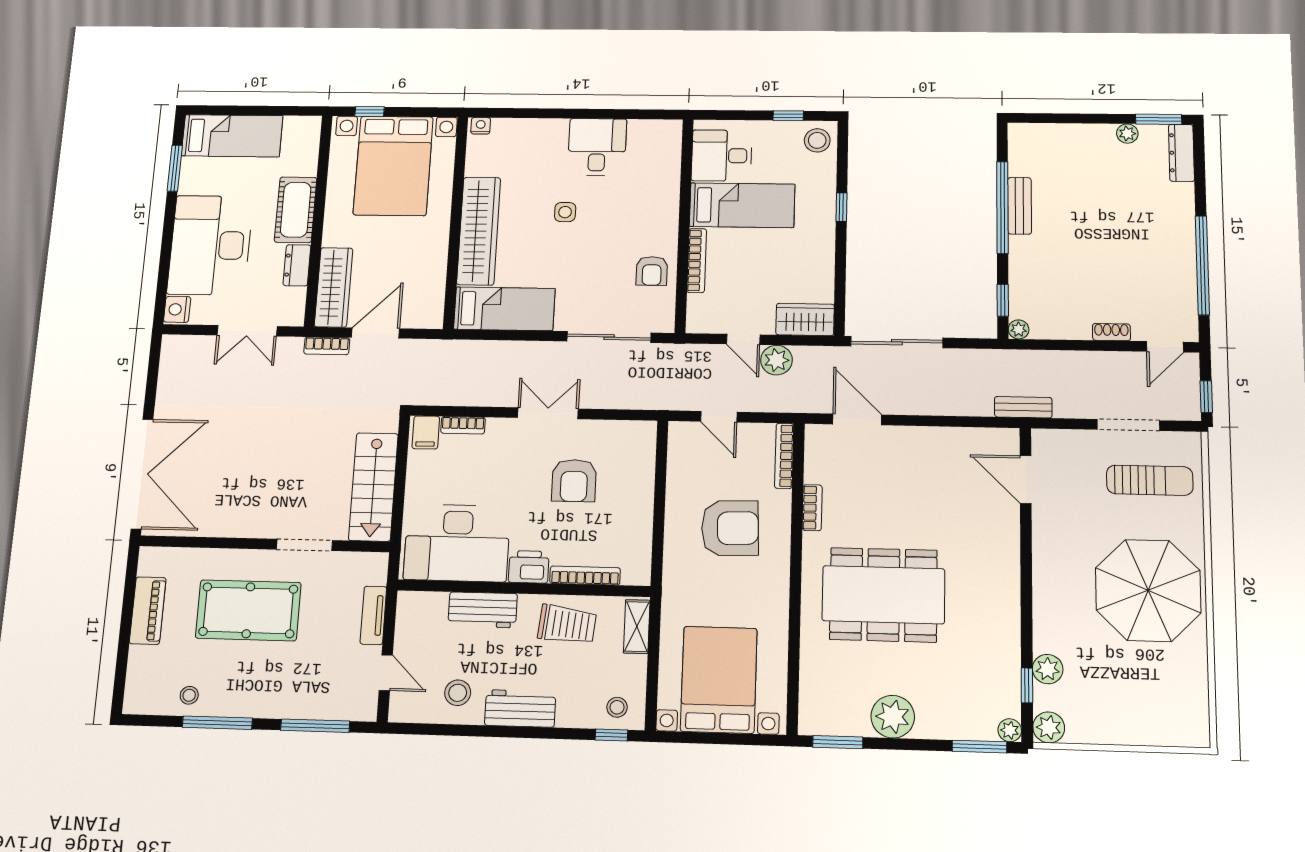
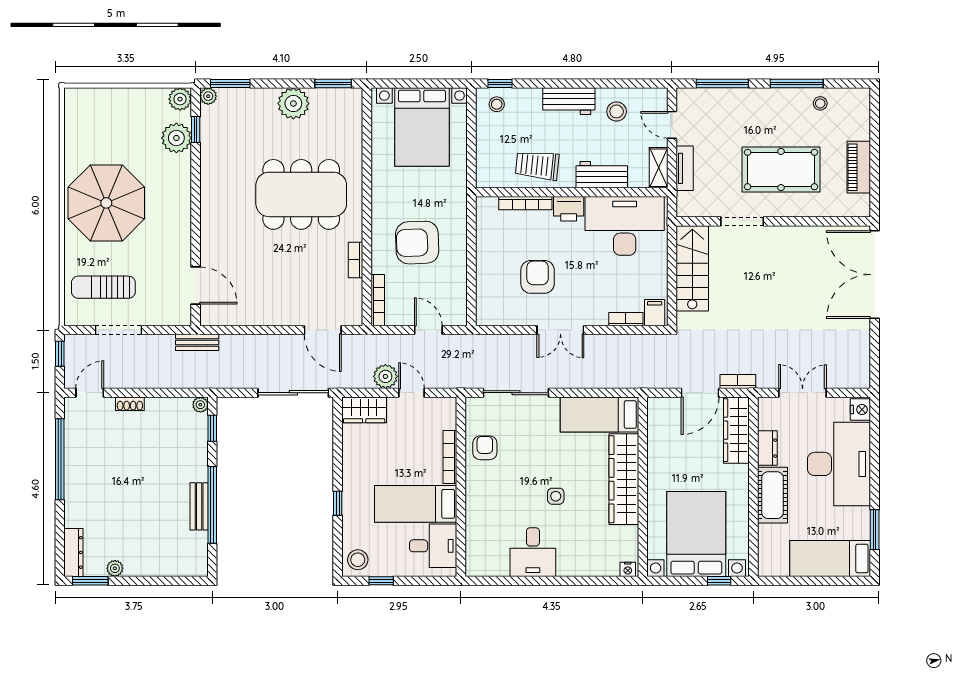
shelving: (637, 627) -> (659, 168), moved
plant: (1048, 669) -> (176, 138), width x1.36, depth x1.36

